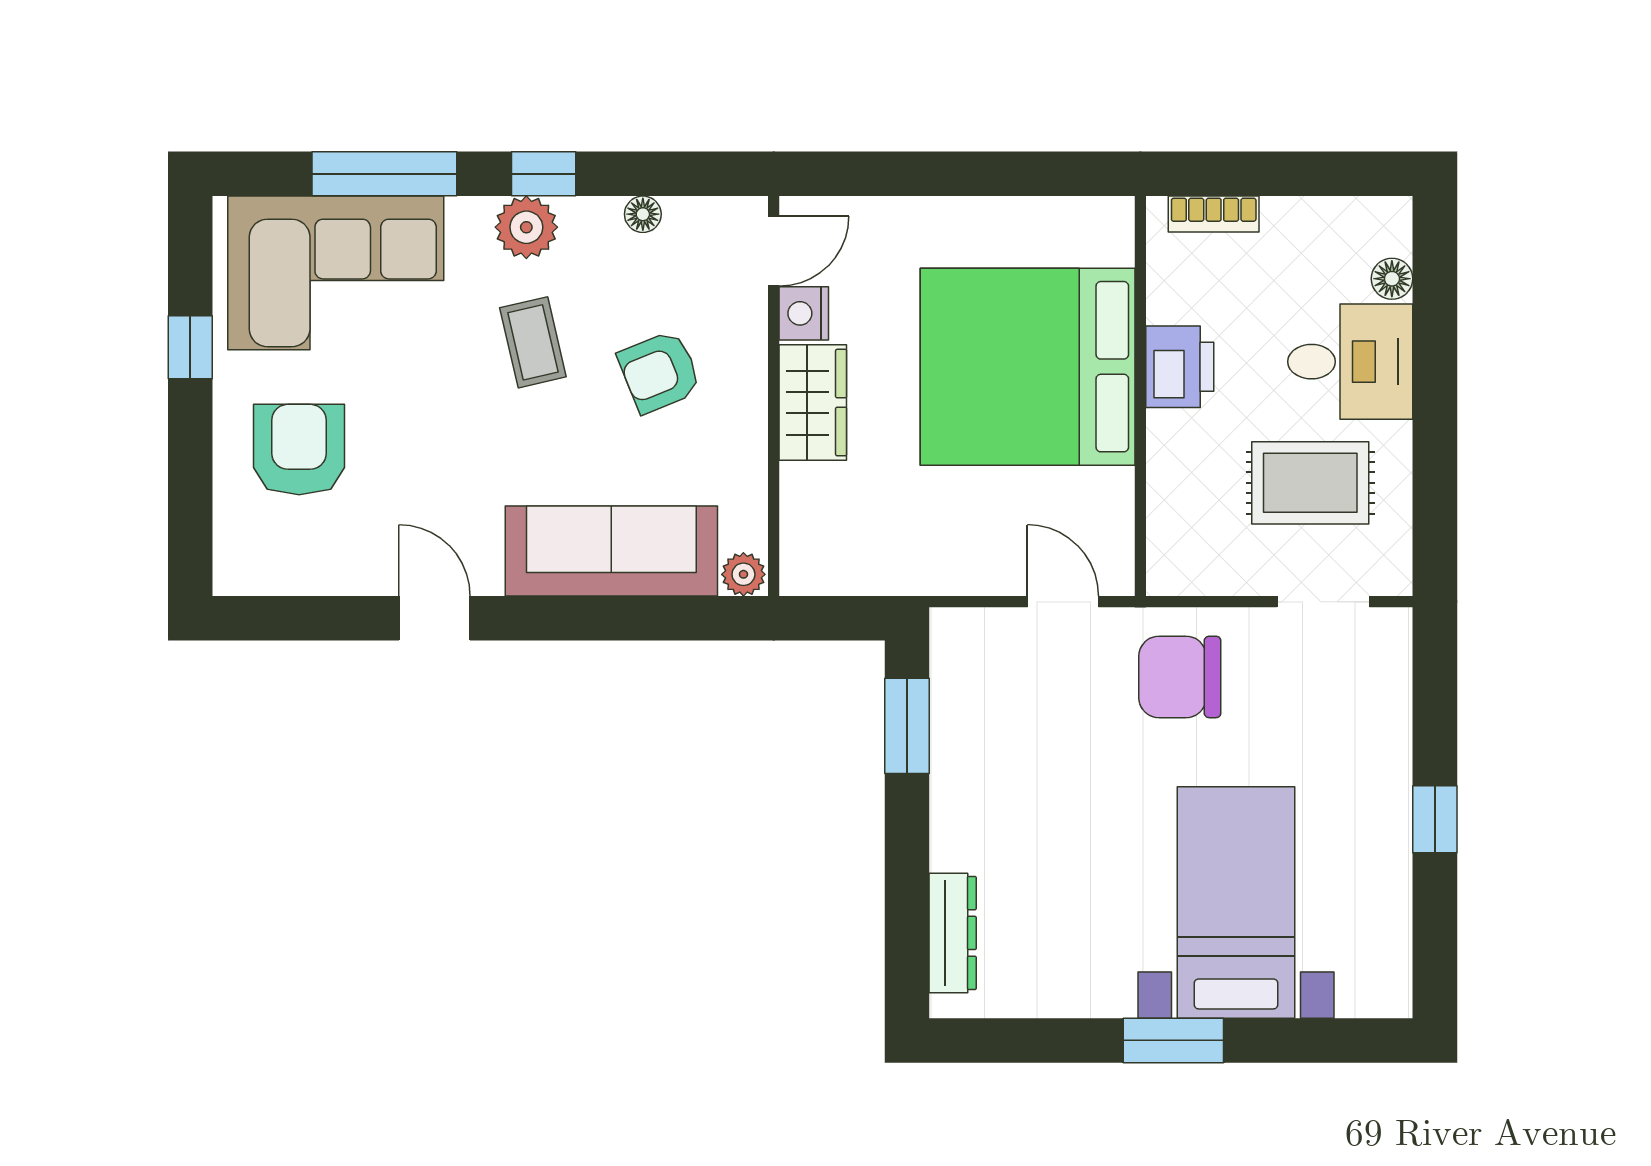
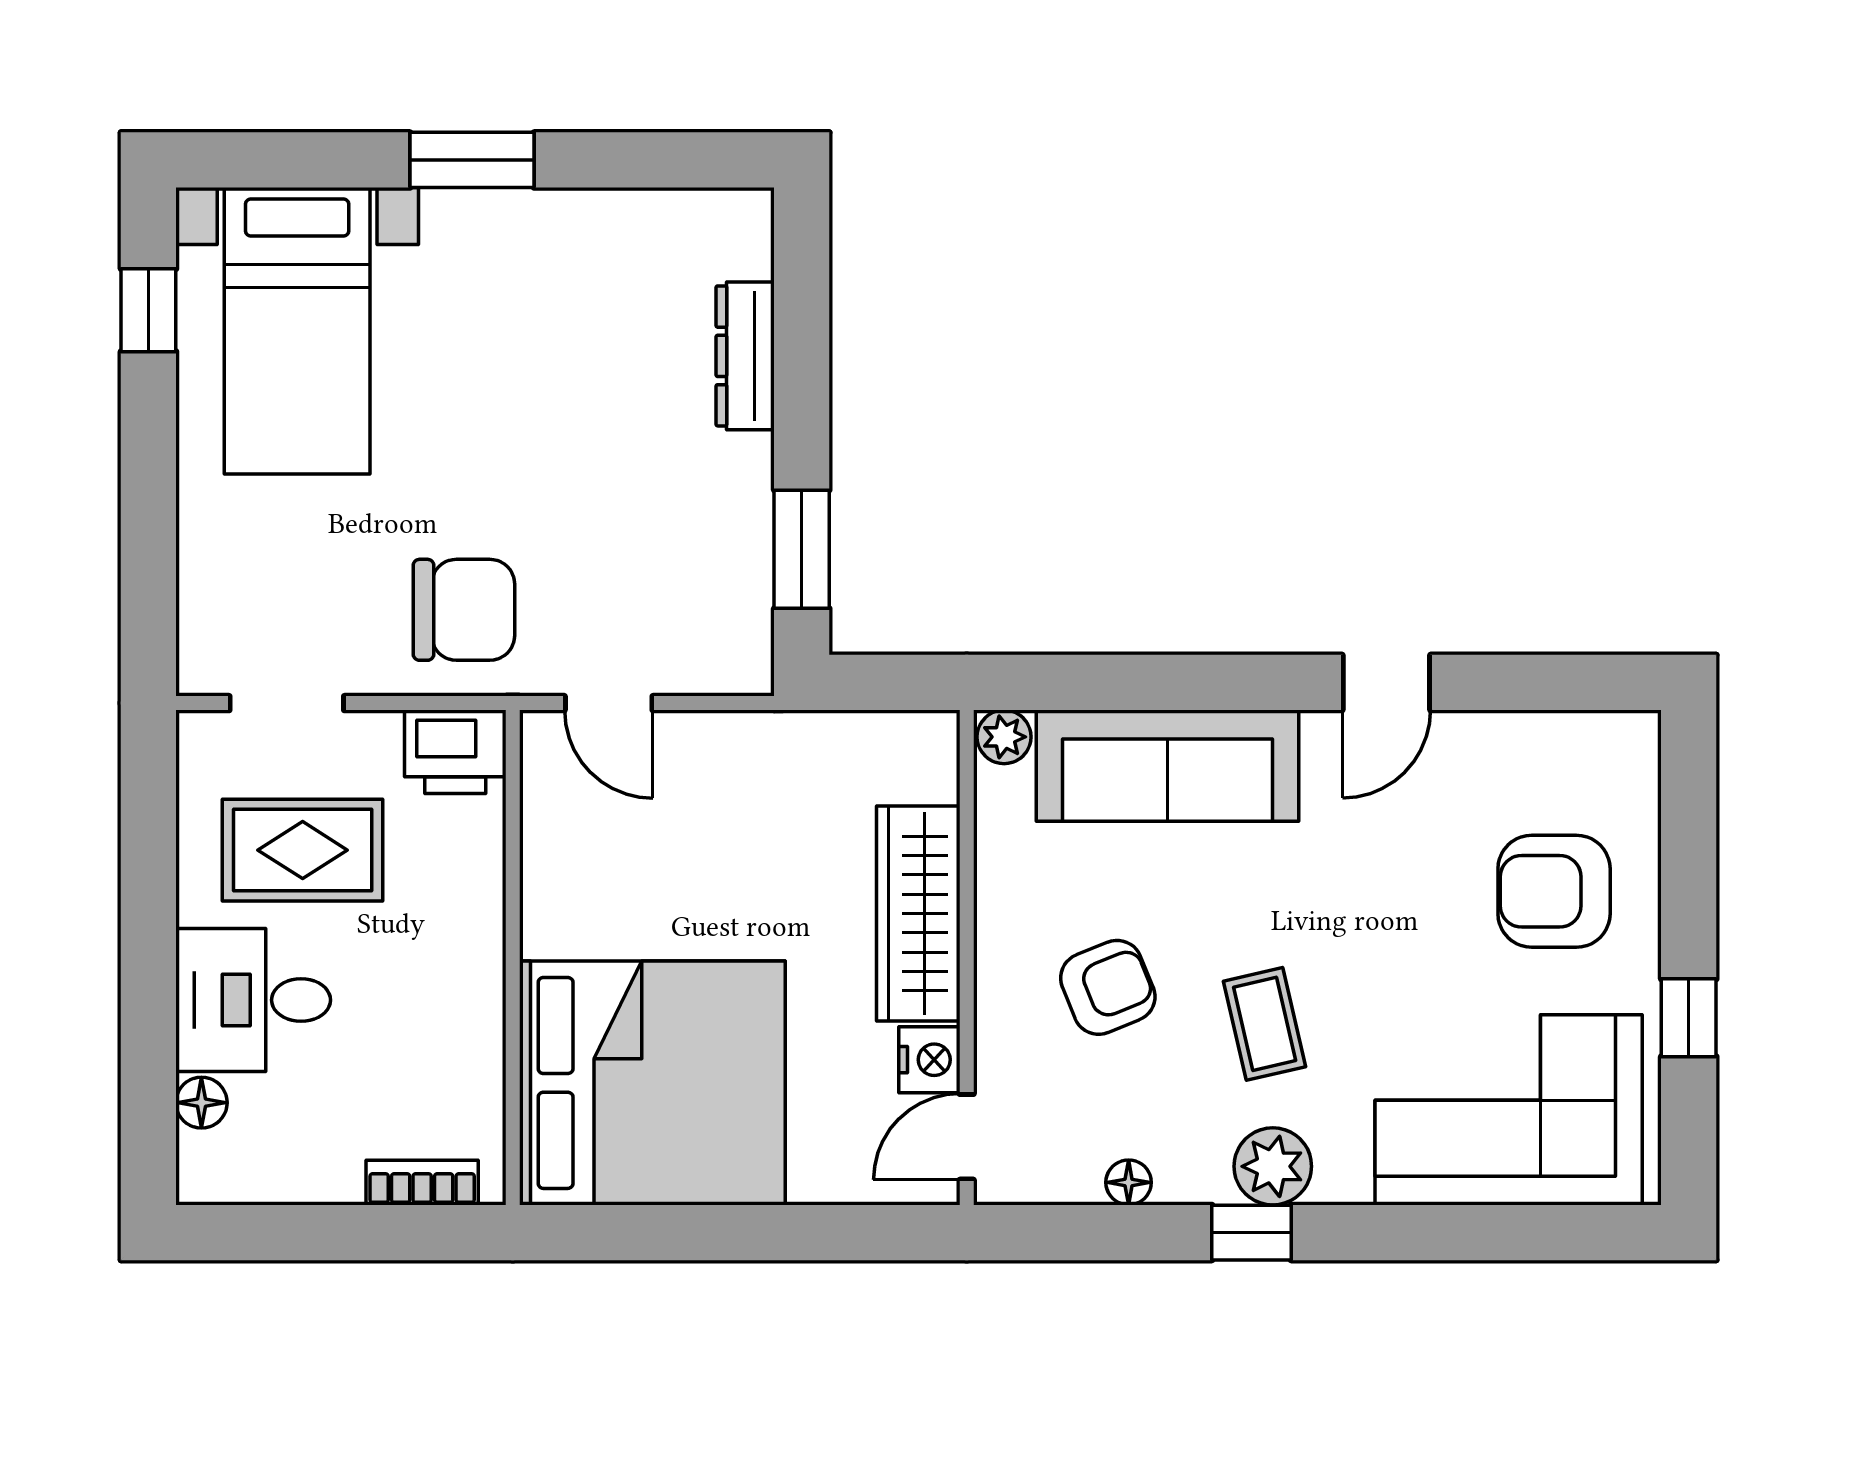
window: (384, 174) -> (1448, 1233), removed
bed: (1028, 367) -> (652, 1083), moved
printer: (1180, 367) -> (455, 752), moved, turned -90
wardrobe: (813, 403) -> (918, 914), width x1.50
armchair: (299, 450) -> (1554, 891), turned 90
door: (435, 618) -> (1386, 682), hinge flipped
window: (1435, 819) -> (148, 310), moved
bed with nightstands: (1236, 902) -> (297, 331), moved
dresser: (953, 933) -> (745, 356), moved

